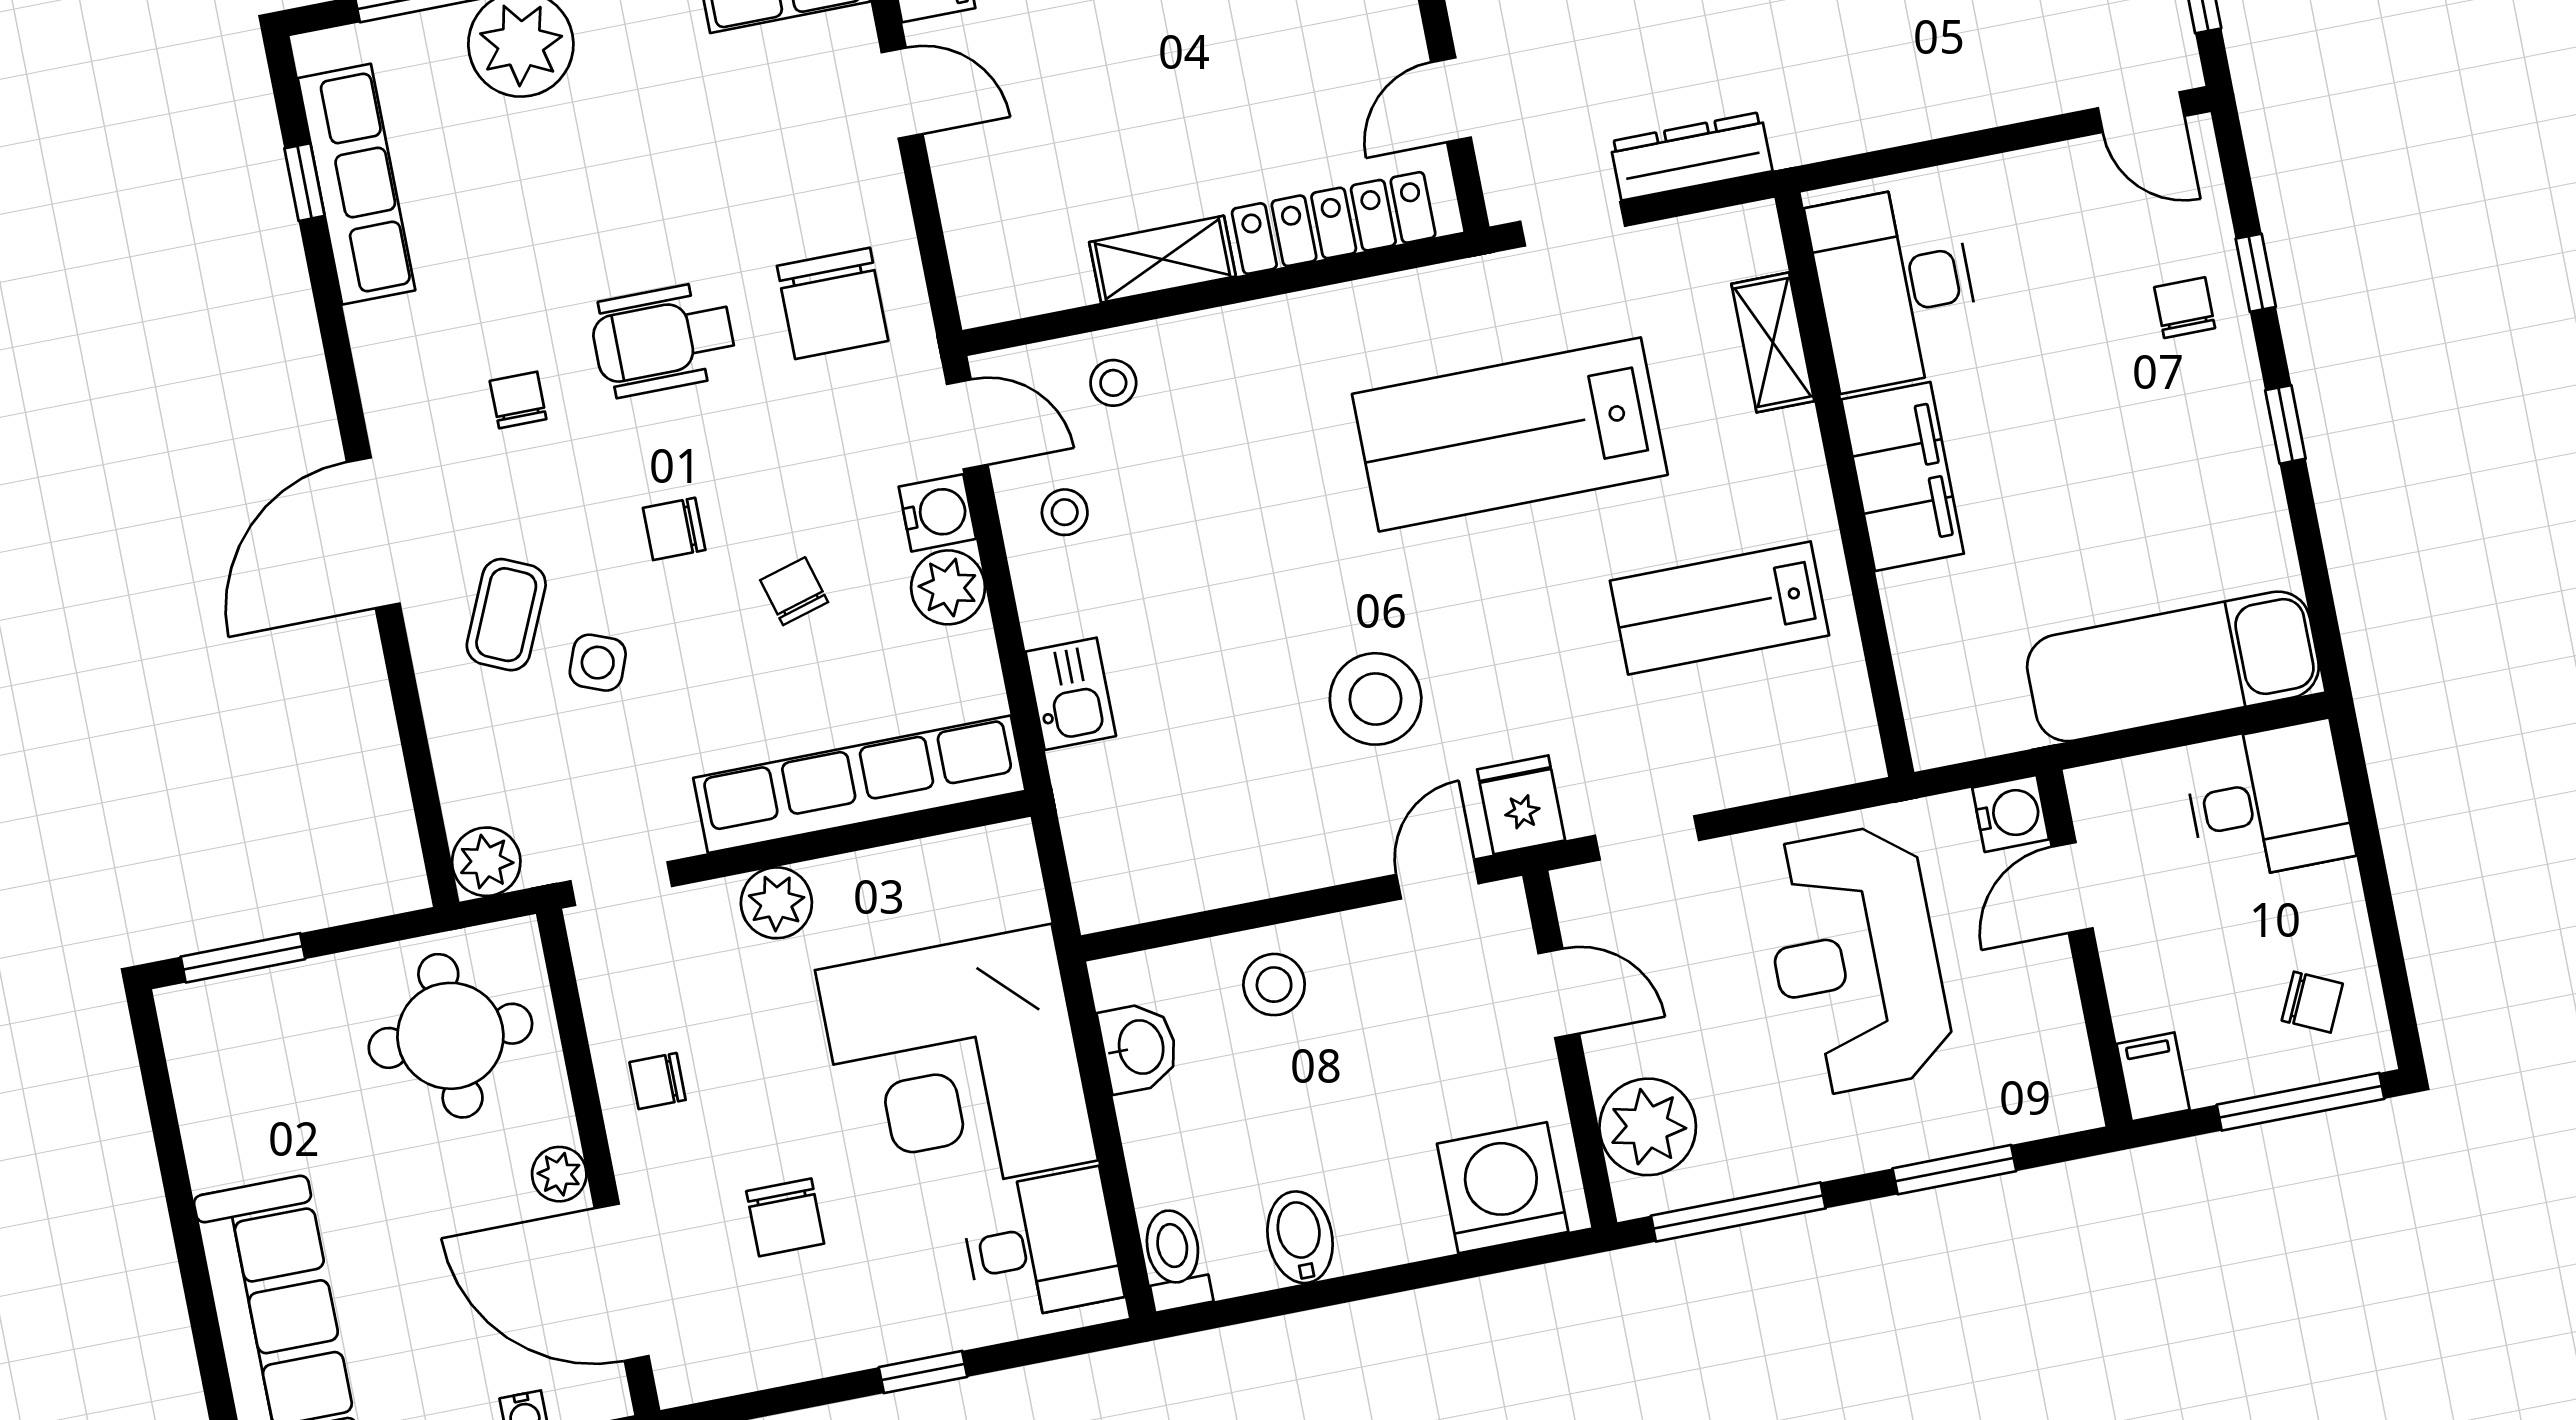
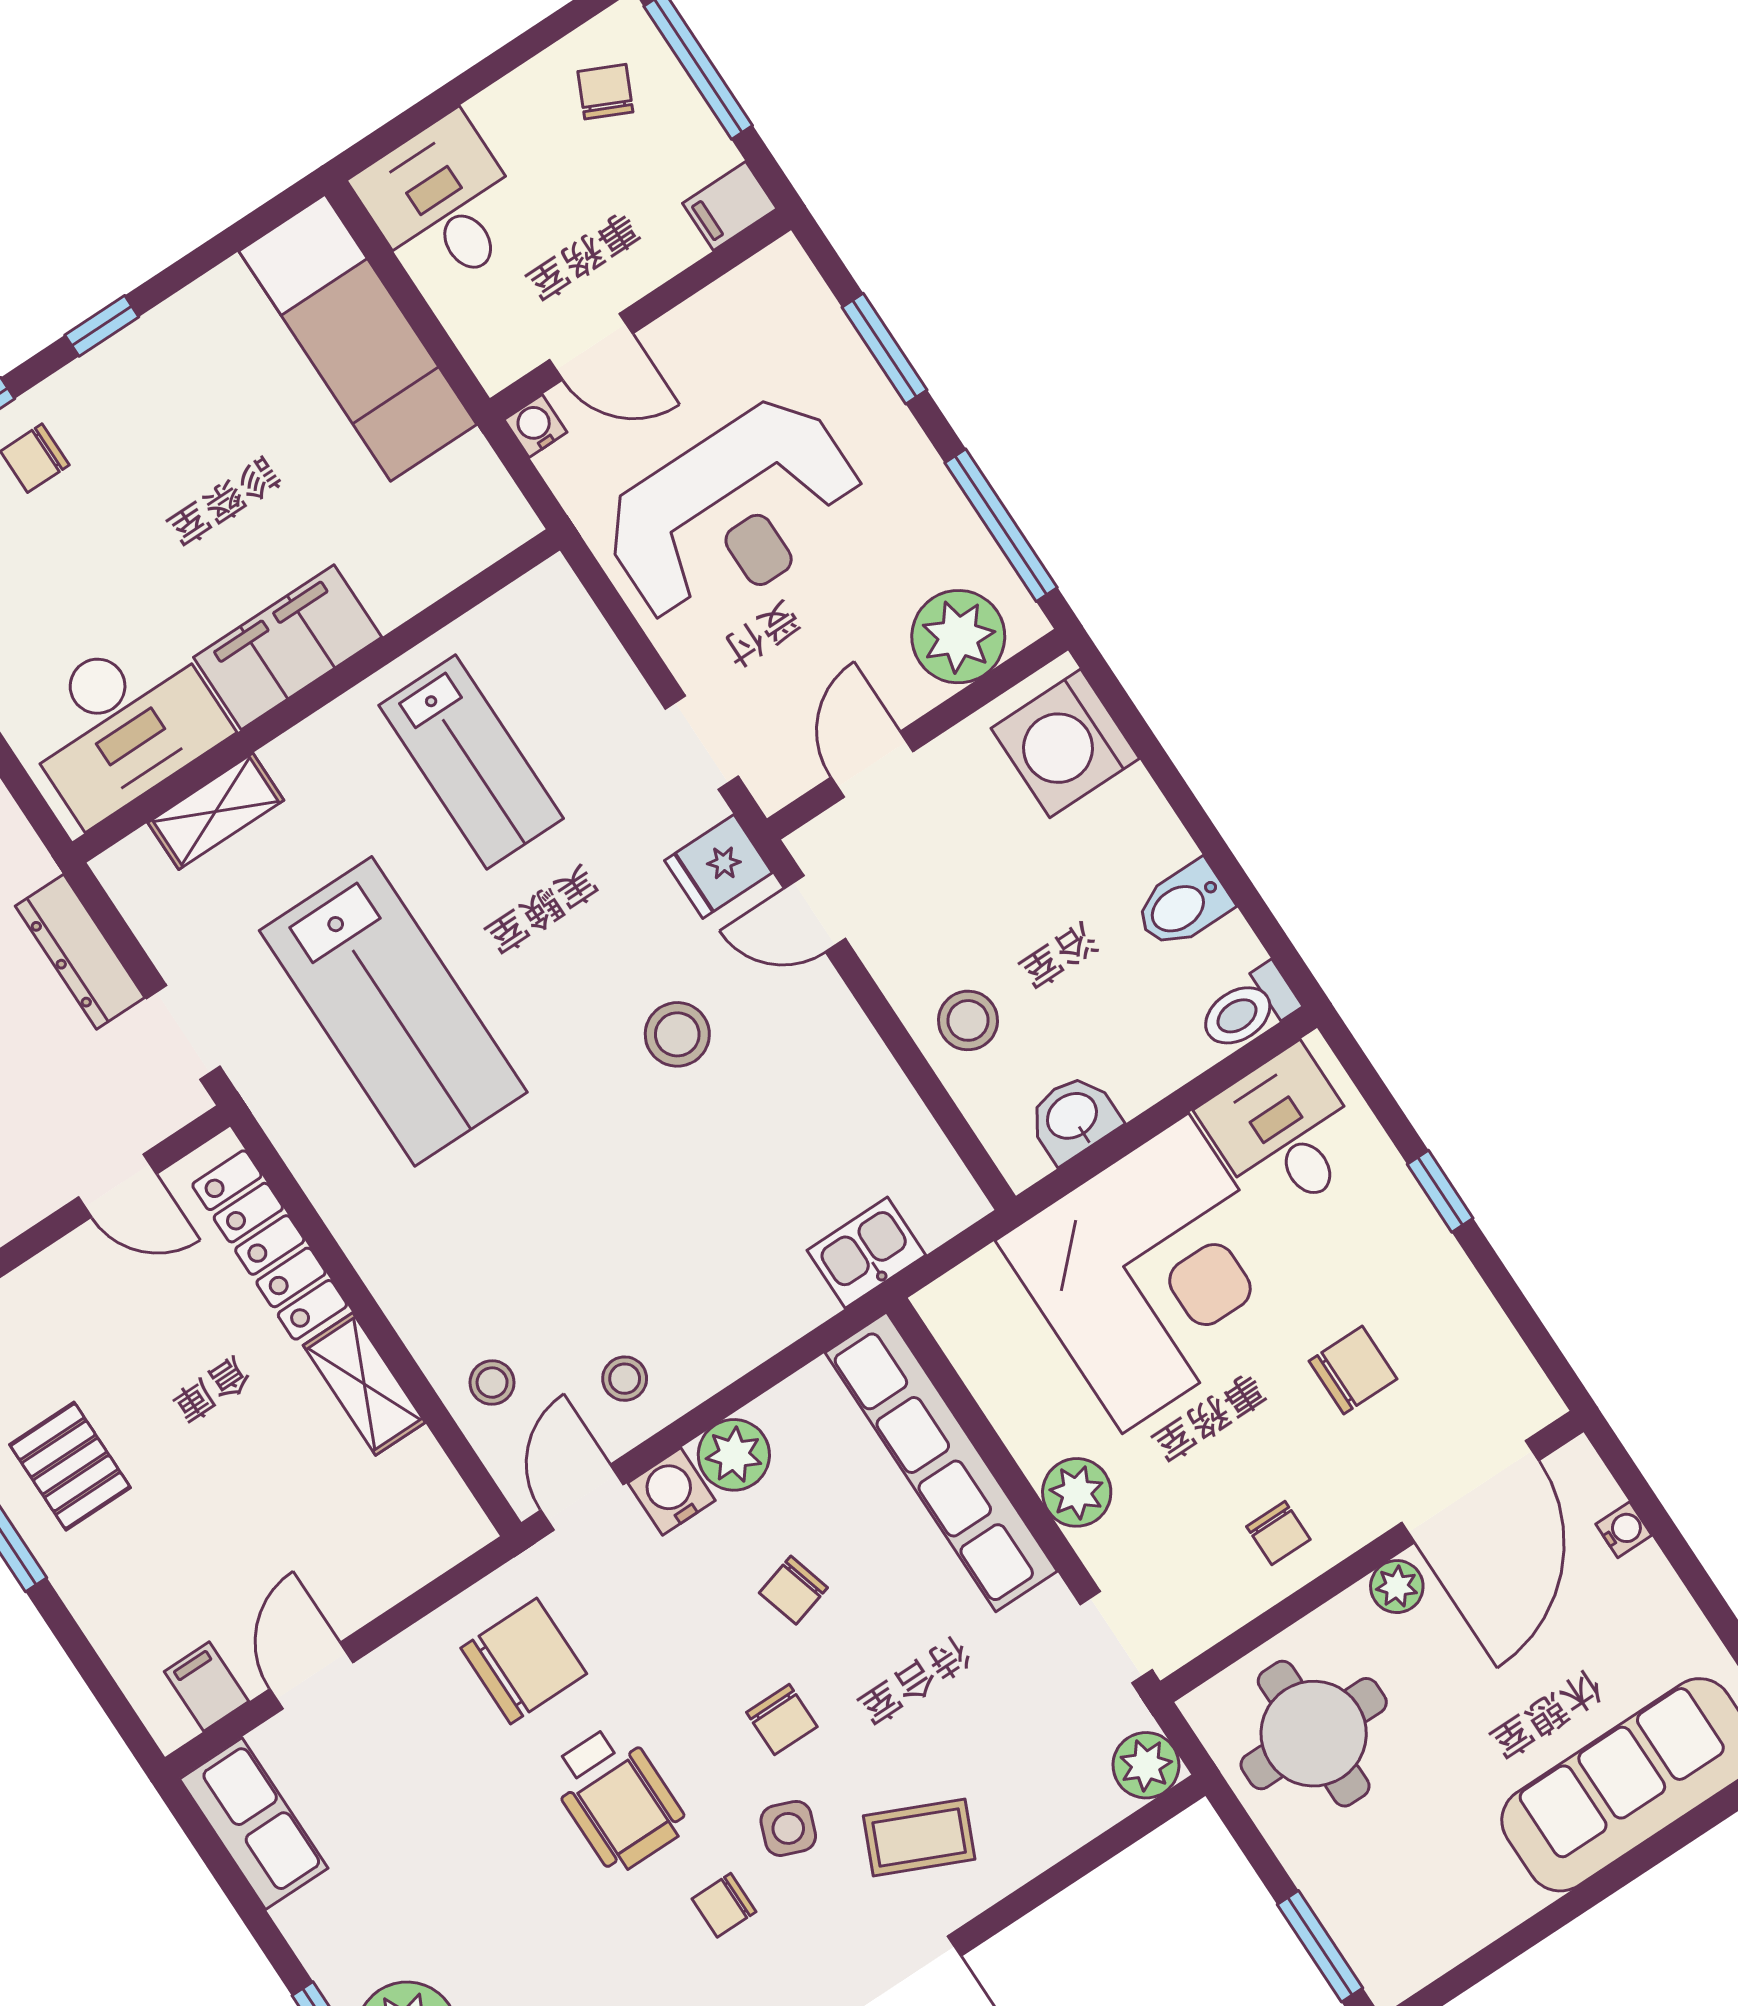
side table: (598, 663) -> (788, 1828), moved
kitchen sink: (1071, 694) -> (866, 1253), moved
stool: (1376, 699) -> (677, 1034), width x0.73, depth x0.73
water cooler: (2011, 814) -> (536, 426), width x0.72, depth x0.72

